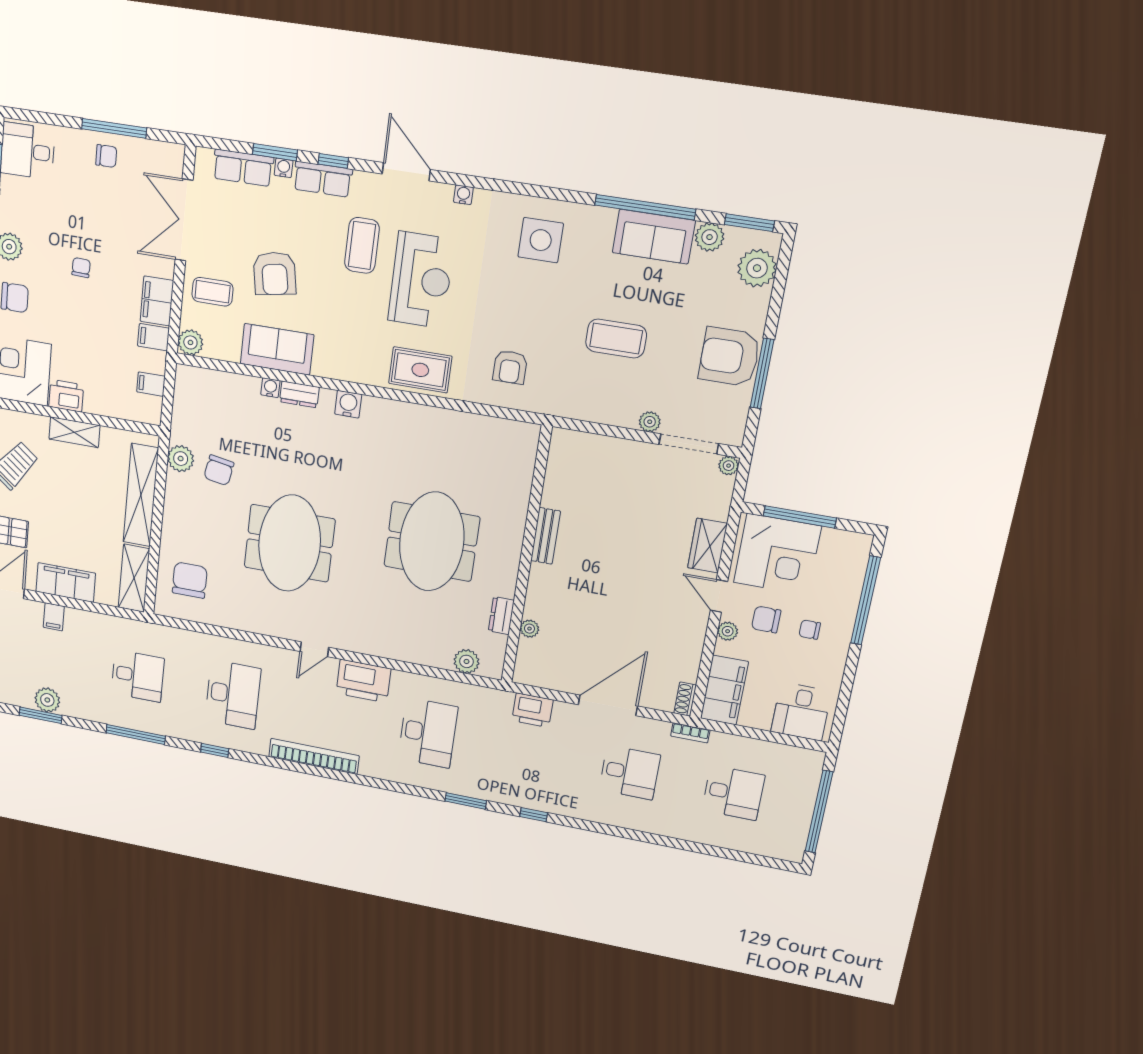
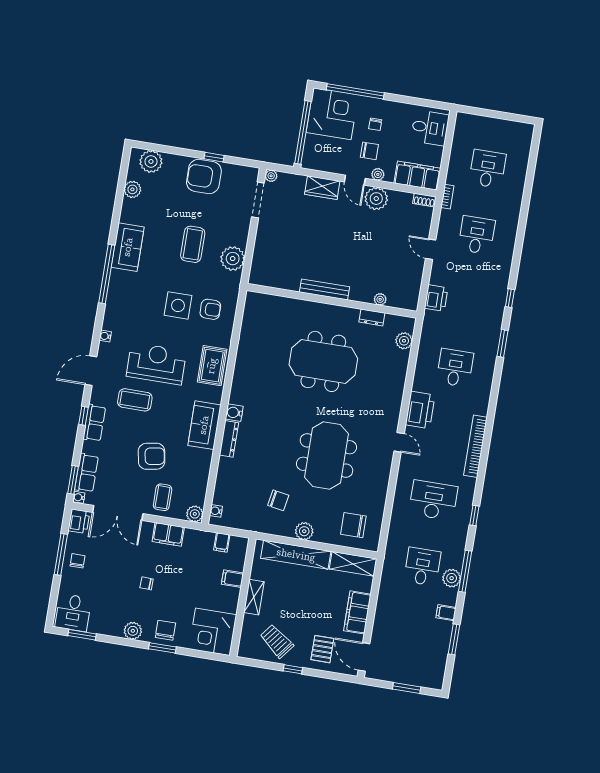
window: (275, 152) -> (73, 480), moved
water cooler: (284, 168) -> (79, 497), moved
window: (645, 207) -> (107, 274), moved
window: (749, 223) -> (124, 166), removed
sofa: (654, 237) -> (128, 247), moved
side table: (541, 240) -> (178, 305), moved
filing cabinet: (153, 337) -> (233, 579), moved, turned 90
sofa: (277, 349) -> (204, 425), moved
armchair: (729, 357) -> (204, 176), turned 90
window: (762, 373) -> (214, 157), width x0.46
water cooler: (270, 388) -> (216, 511), moved
dresser: (299, 394) -> (229, 439), width x1.44
printer: (66, 396) -> (79, 521), moved, turned 180
plant: (650, 422) -> (233, 259), moved, width x1.88, depth x1.88
plant: (181, 459) -> (304, 531), moved
window: (800, 517) -> (303, 132), width x1.46
bench: (545, 536) -> (324, 289), width x1.36
meeting table: (290, 543) -> (326, 456), turned 90
corner desk: (777, 554) -> (332, 114), moved
door: (719, 596) -> (355, 180), hinge flipped
filing cabinet: (54, 617) -> (446, 613), moved, turned 180
chair: (766, 619) -> (369, 151), turned -90
plant: (689, 628) -> (376, 199), added
plant: (47, 700) -> (452, 578), moved
door: (608, 705) -> (431, 249), width x0.53
desk: (428, 733) -> (455, 368), width x0.73
window: (819, 812) -> (498, 115), removed

